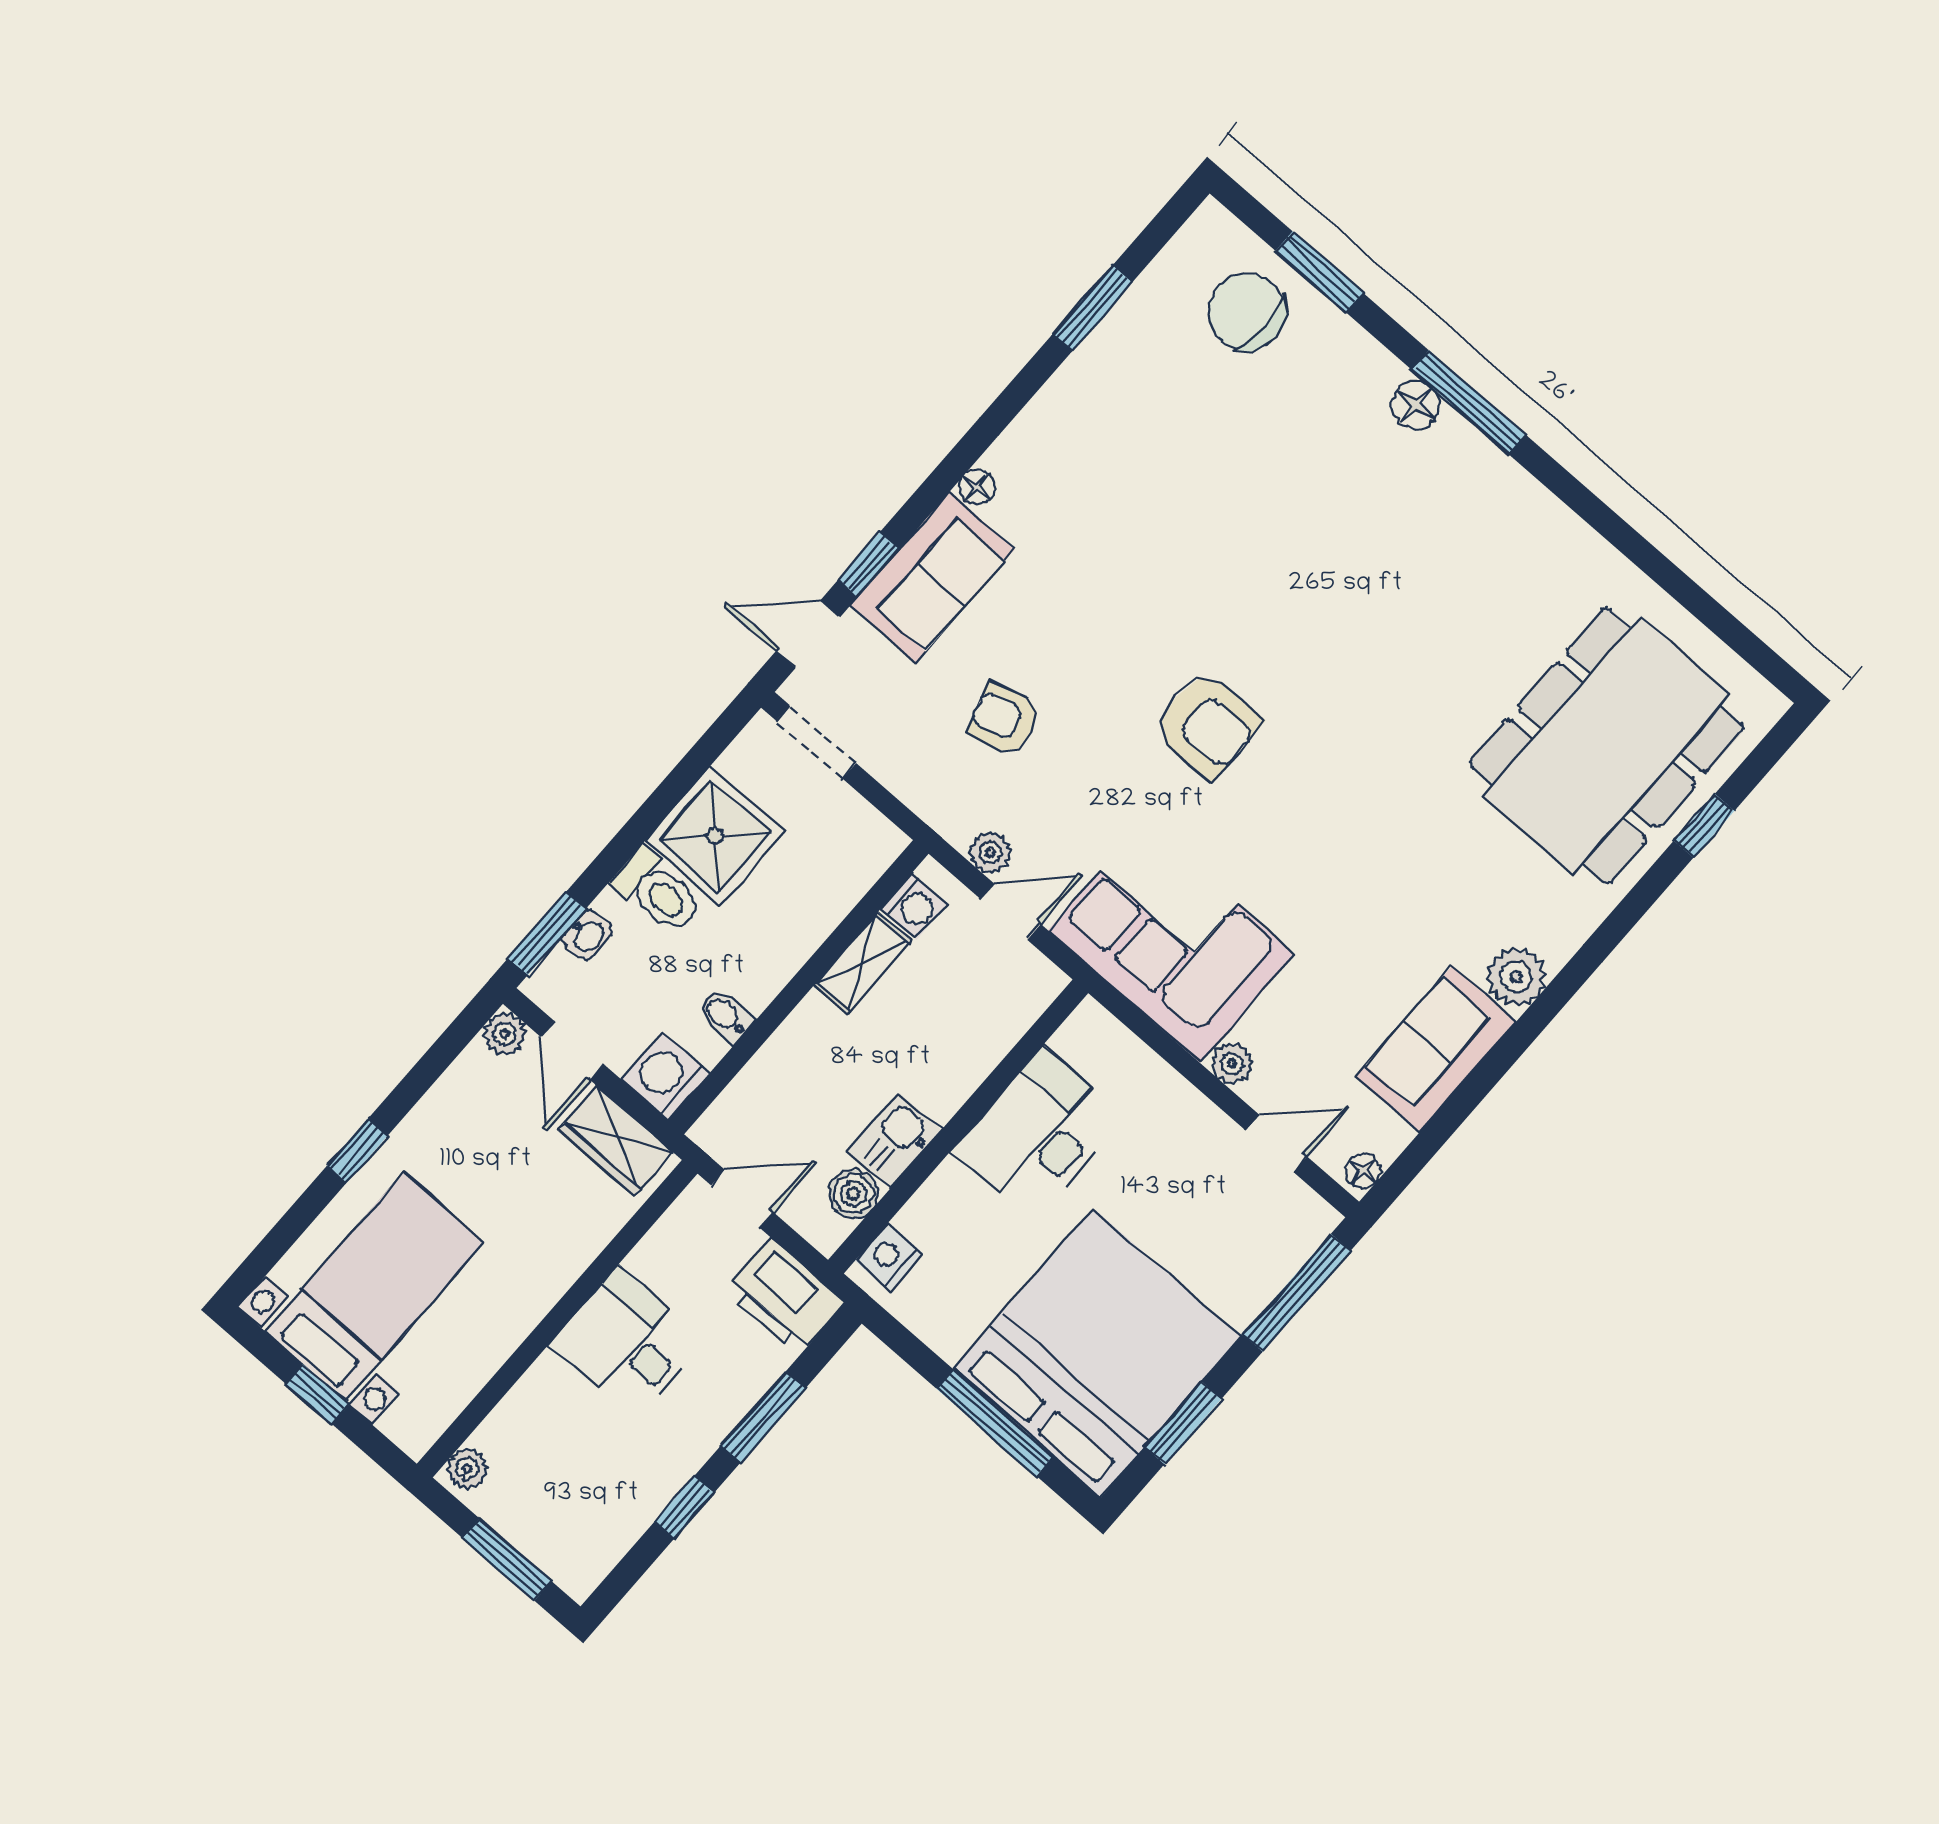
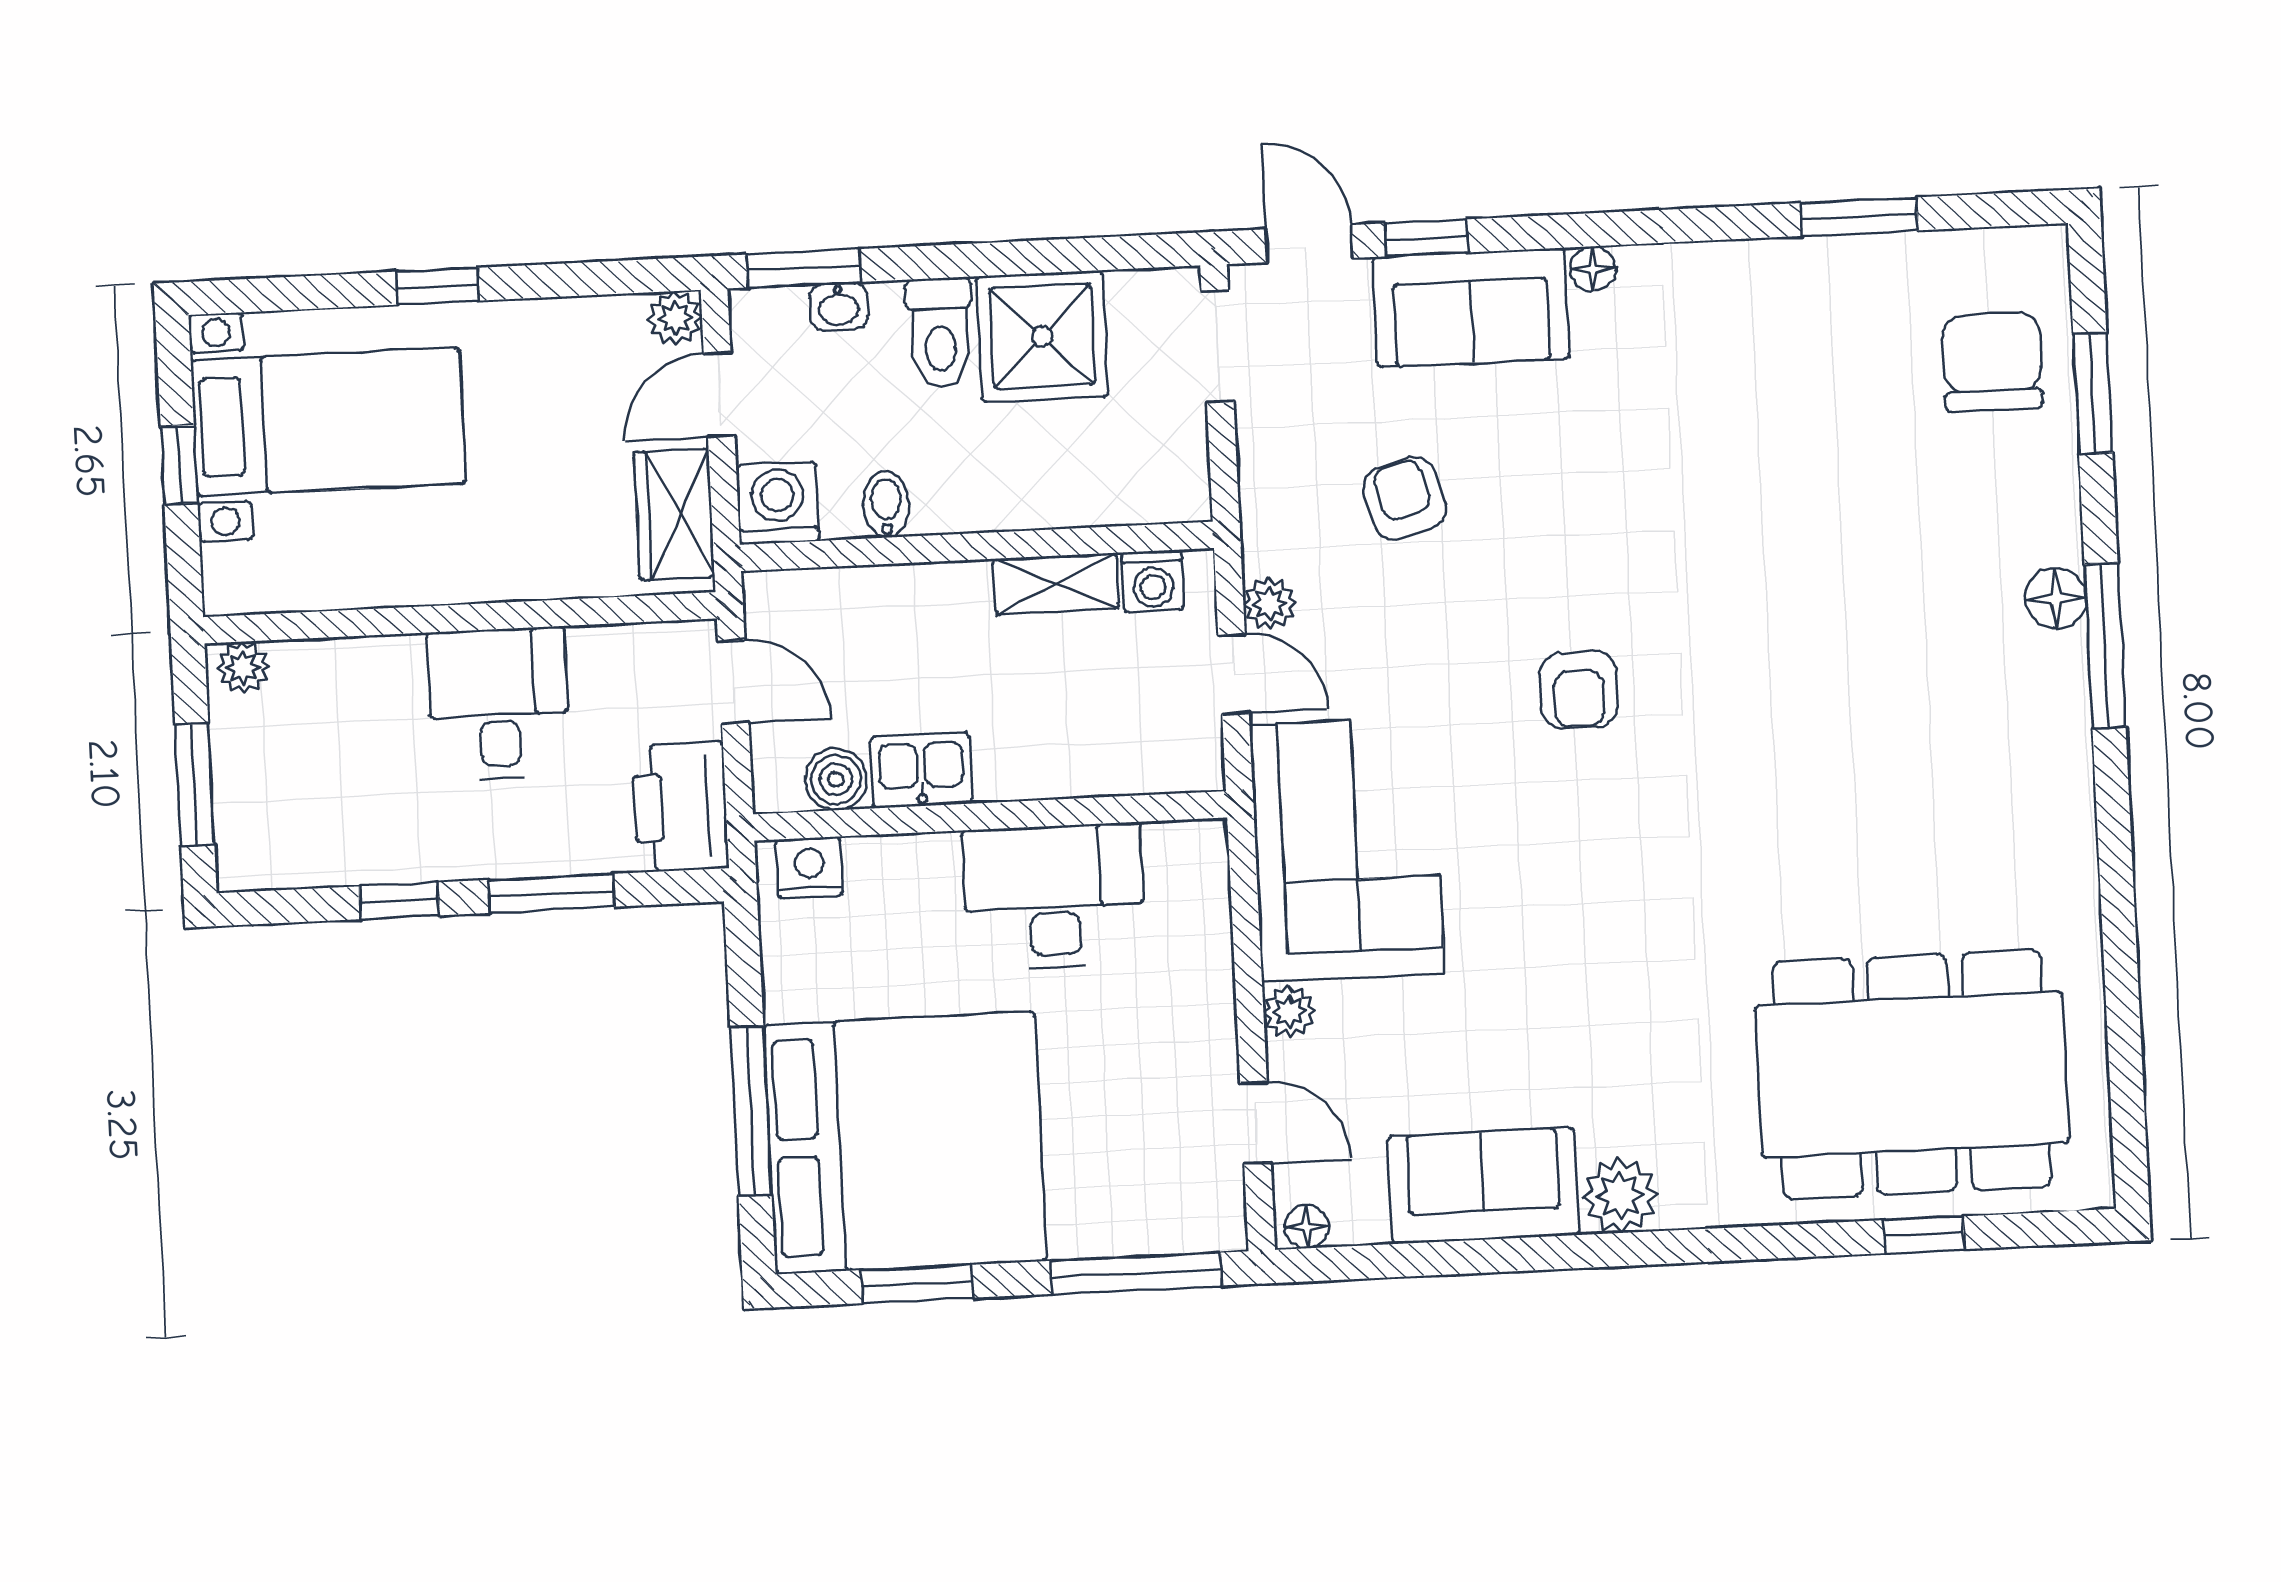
armchair: (1207, 724) -> (1579, 689), width x0.72, depth x0.72

